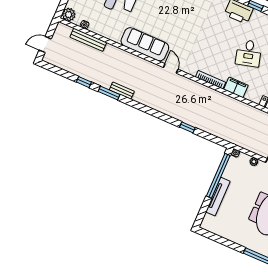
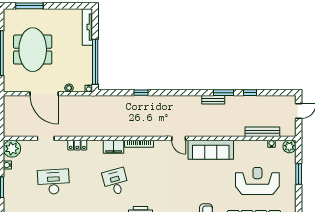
tv unit: (218, 197) -> (87, 27), moved

